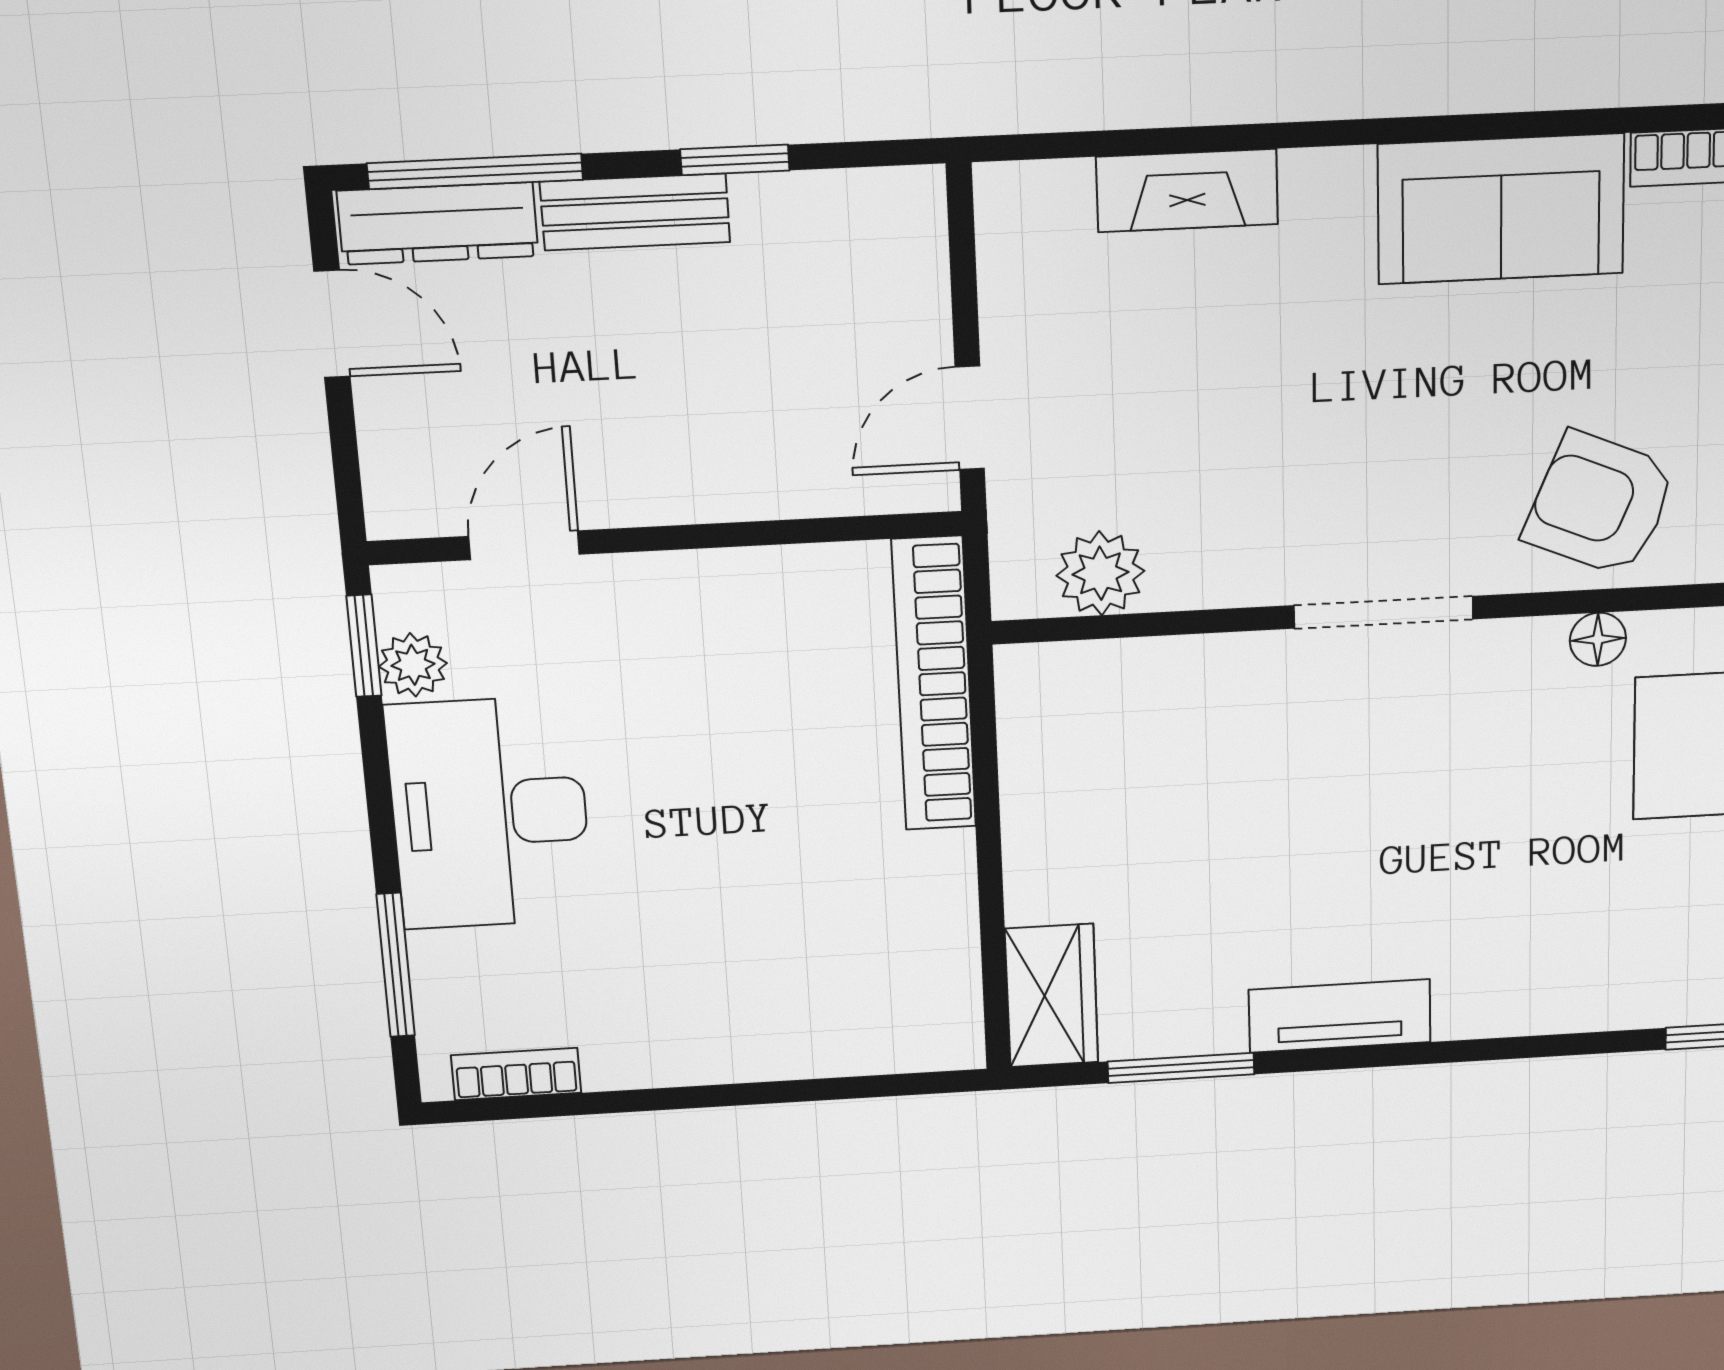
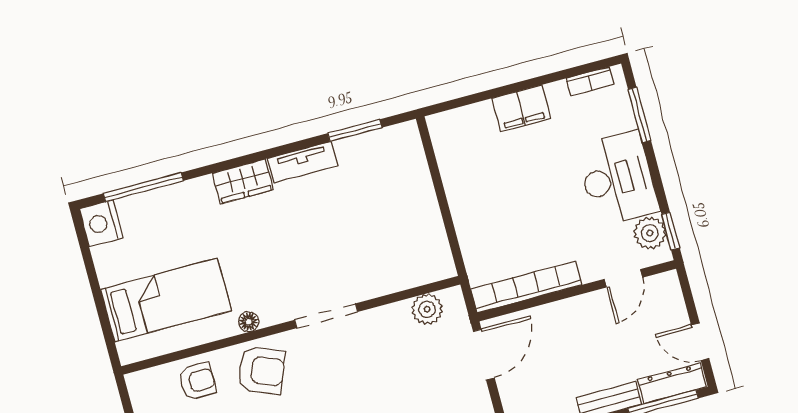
door: (970, 418) -> (484, 355), width x1.38
plant: (413, 665) -> (650, 233), width x1.38, depth x1.38
bookcase: (934, 684) -> (526, 287), moved, turned -90
wardrobe: (1052, 996) -> (243, 181), moved, turned -90
filing cabinet: (720, 1041) -> (521, 108), added

